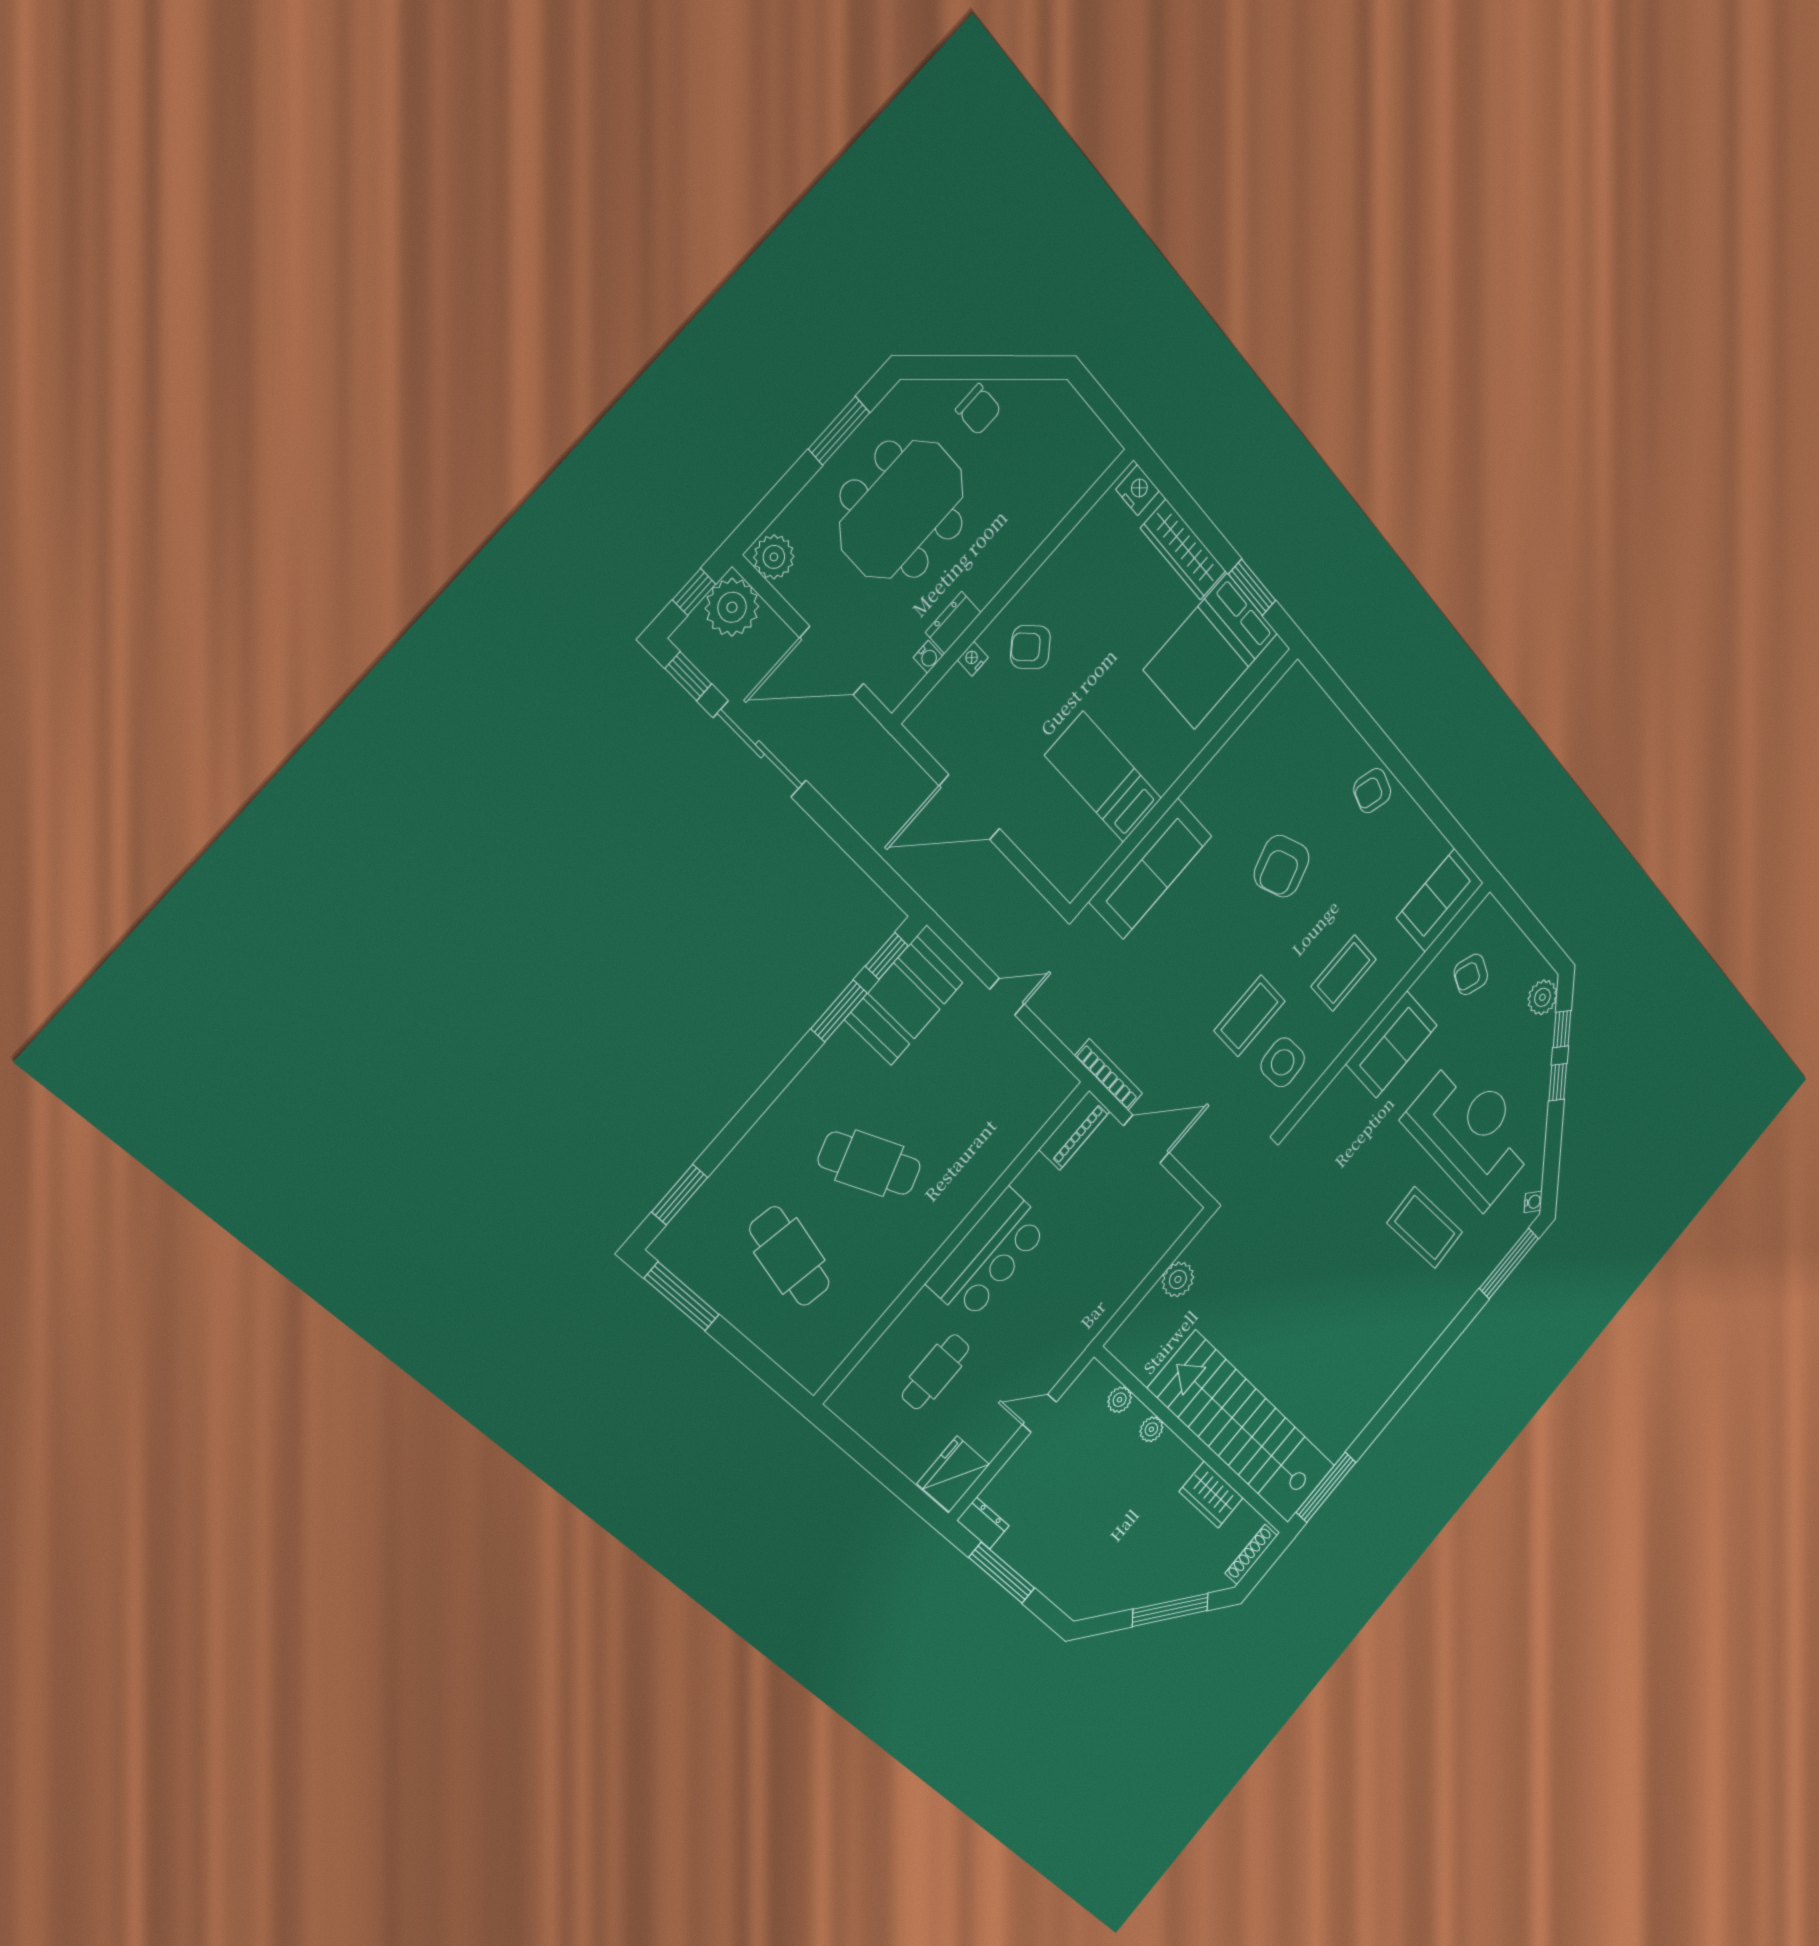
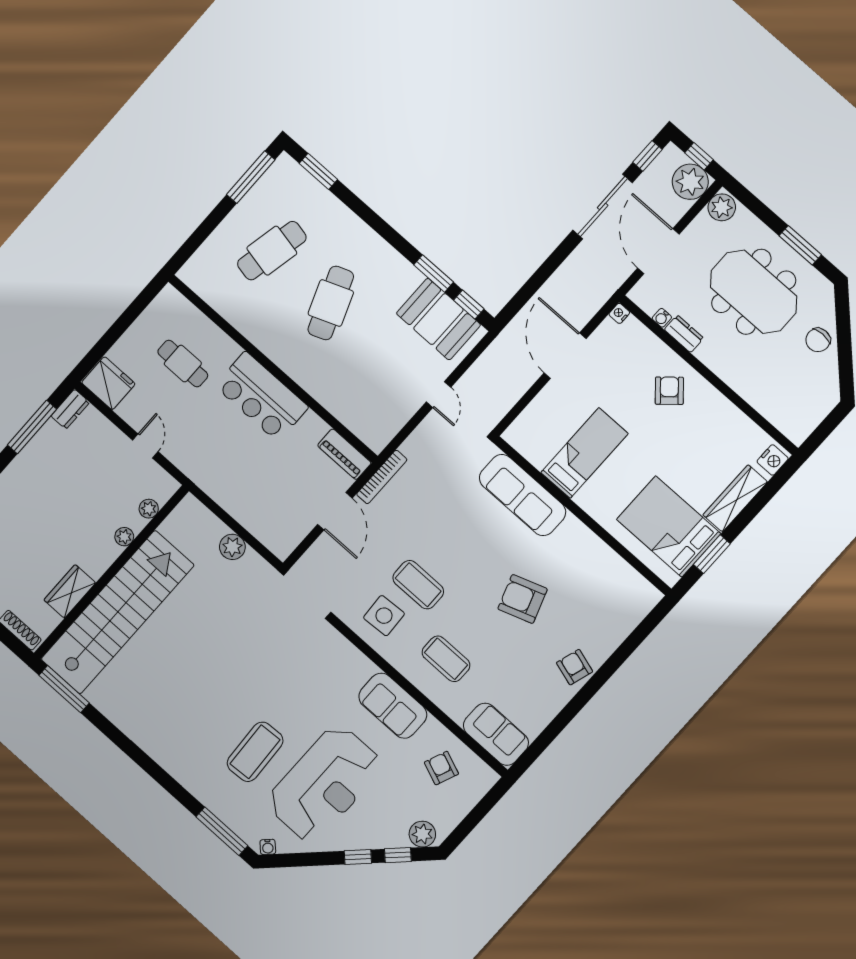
nightstand: (973, 659) -> (619, 313), moved, turned -90

